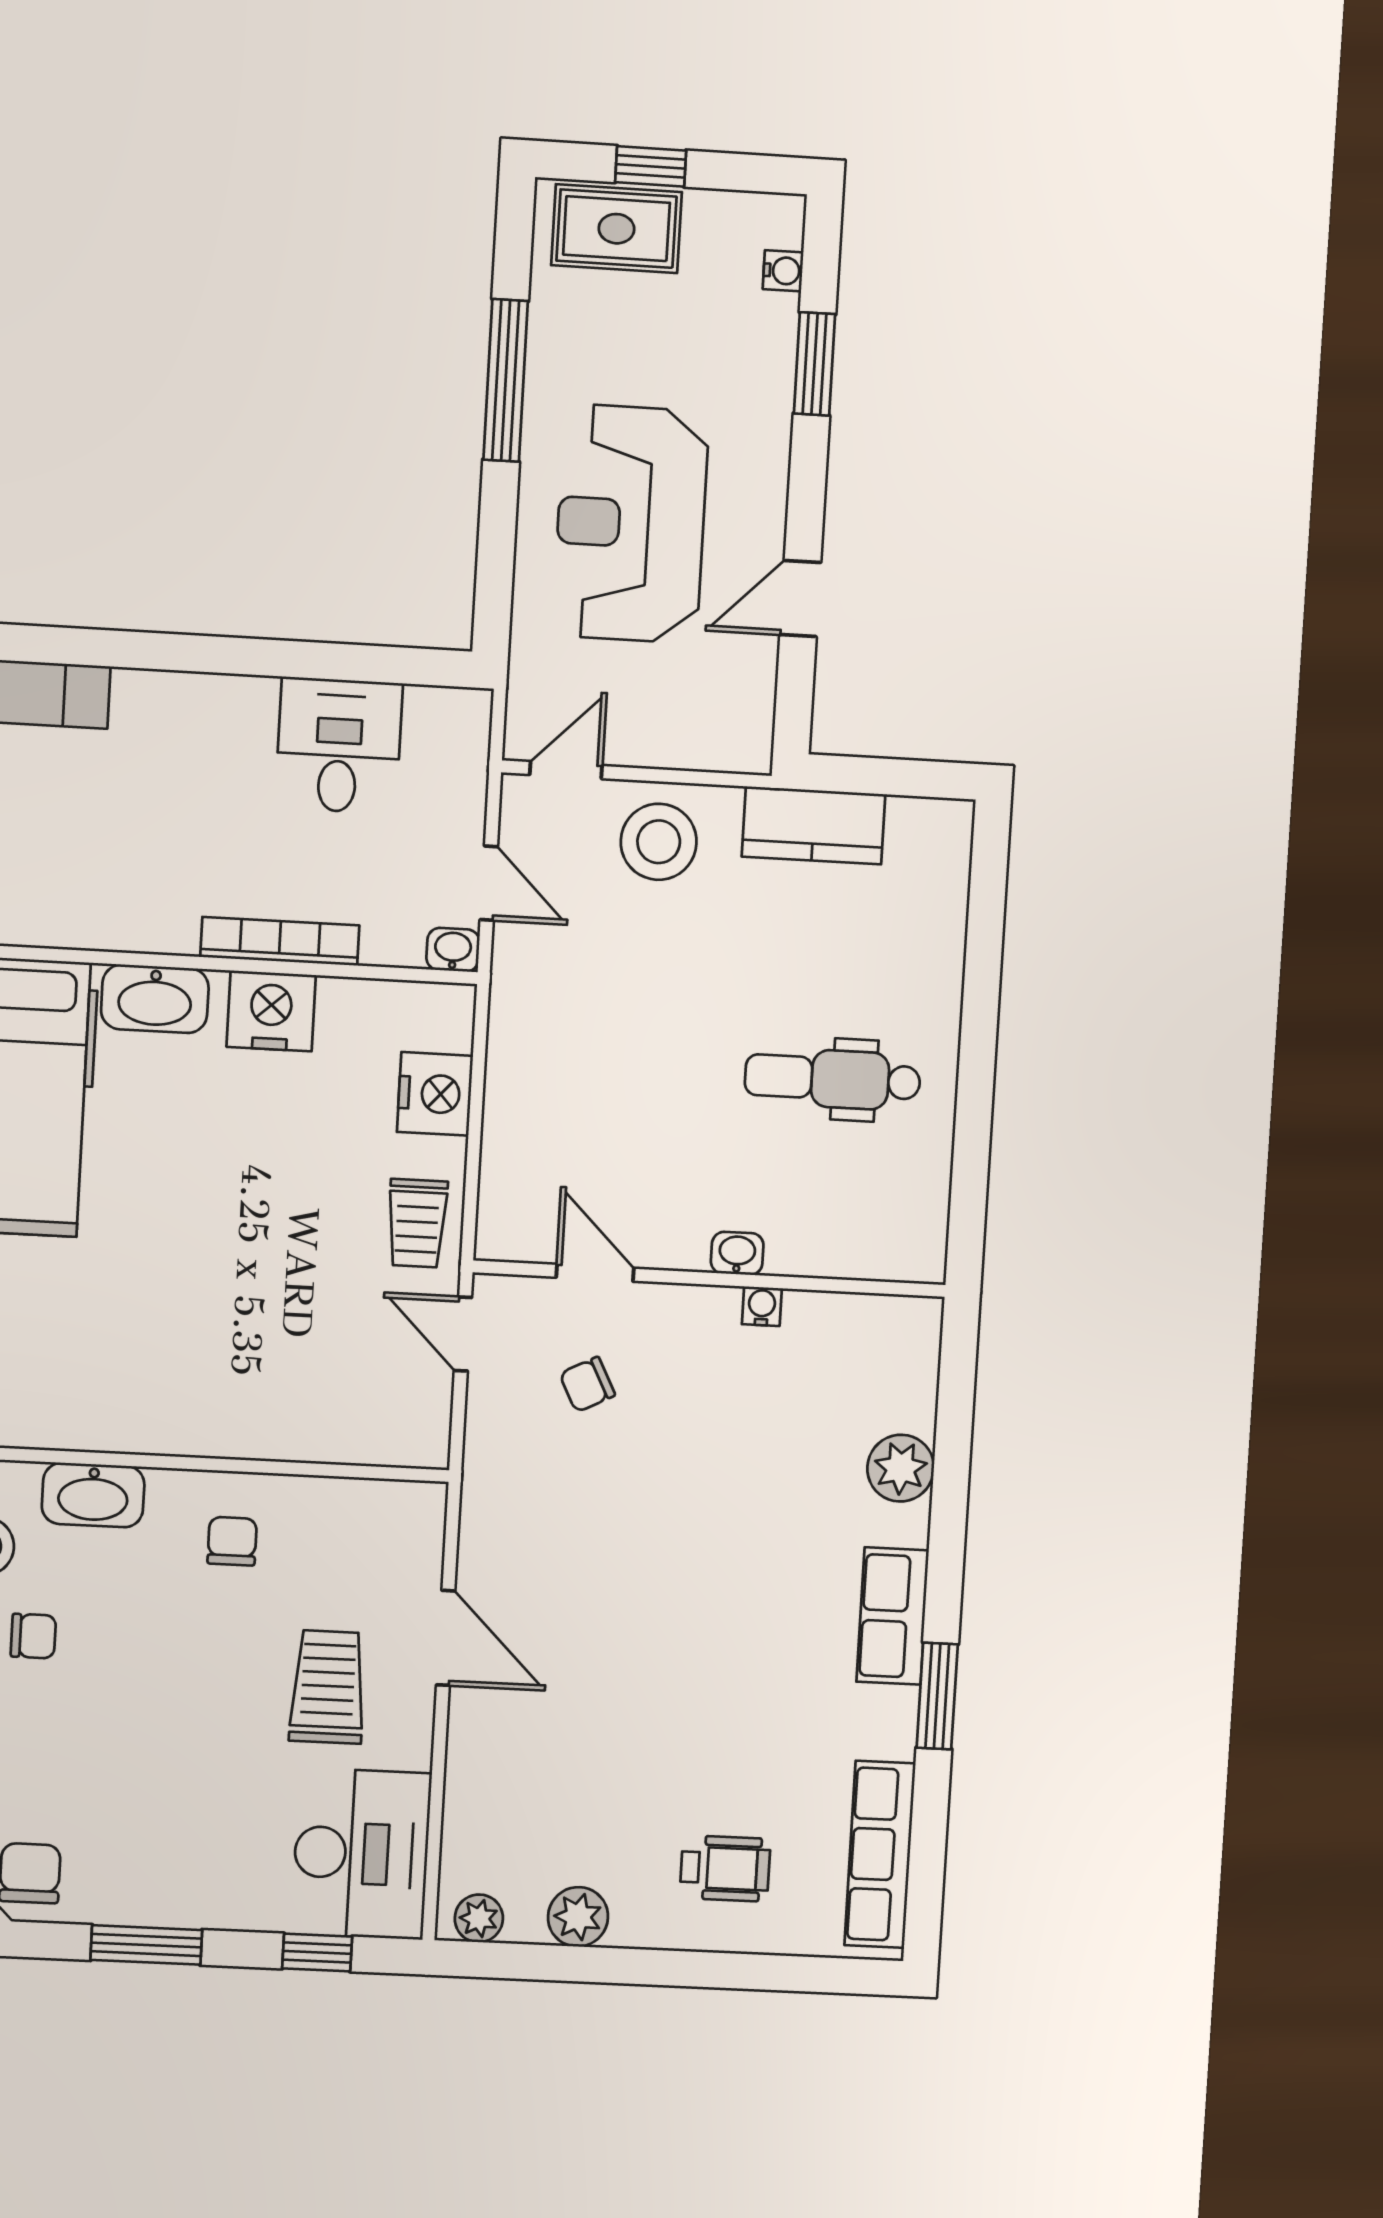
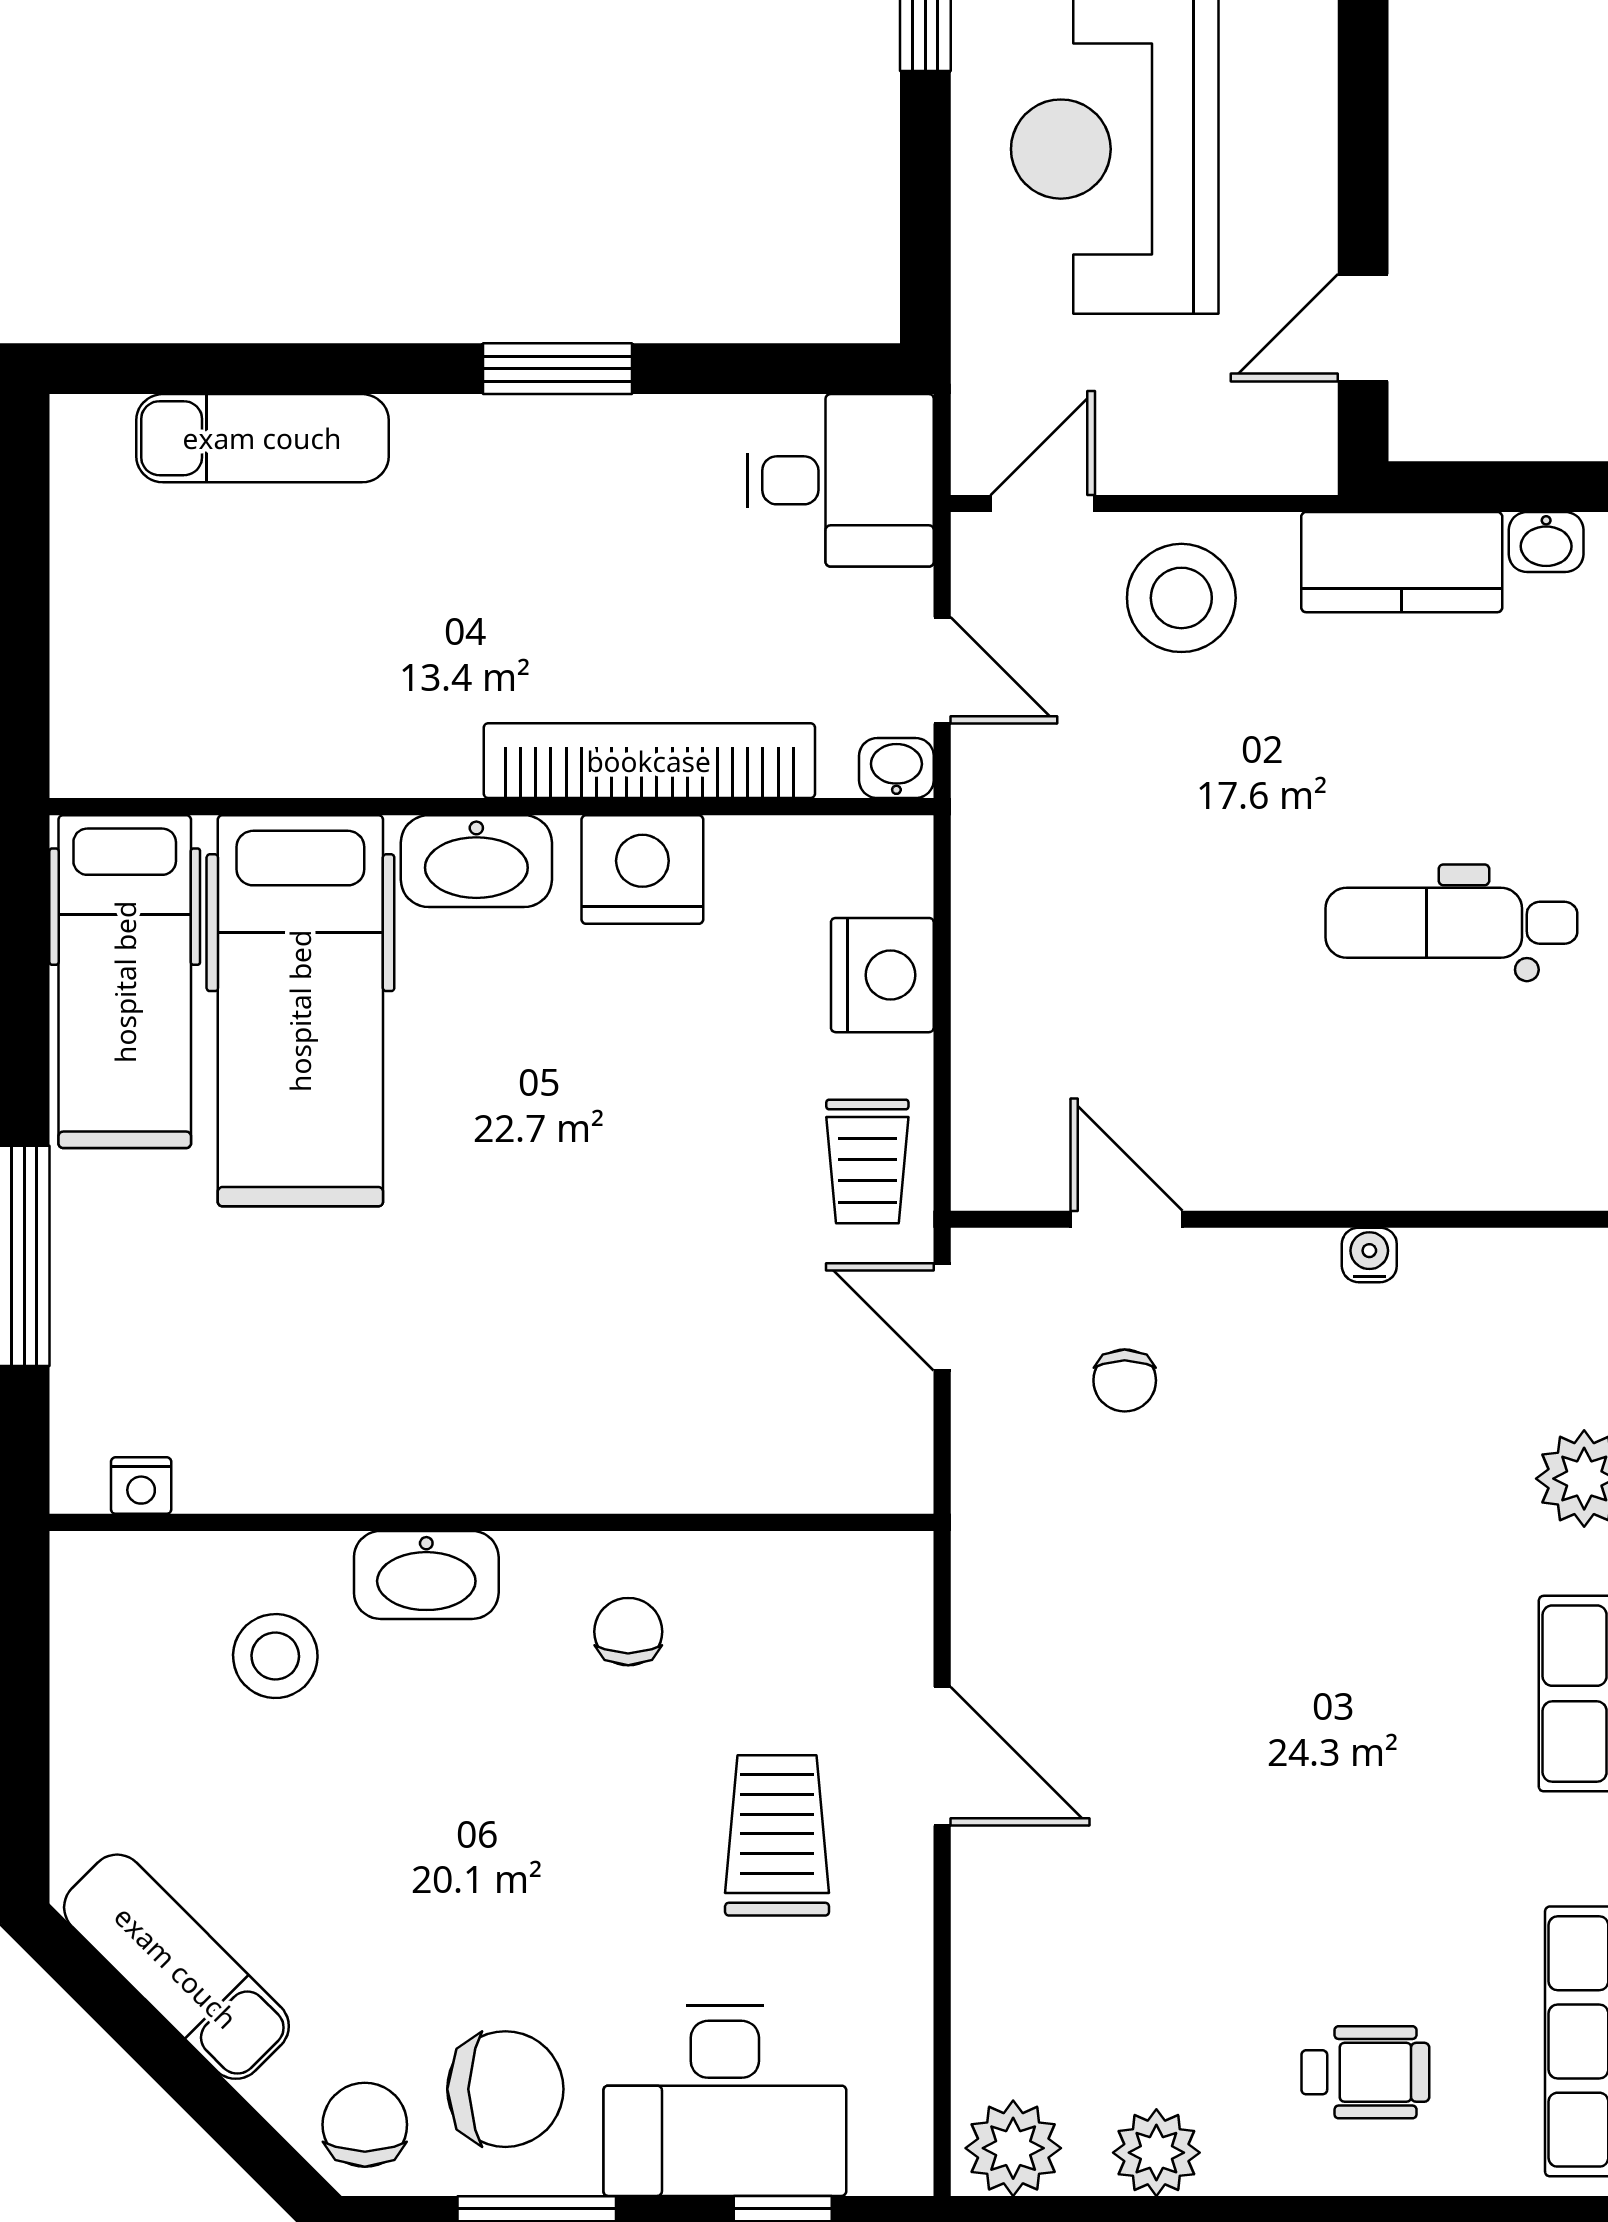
door: (800, 599) -> (1363, 328), moved
window: (231, 655) -> (558, 369), added
desk: (339, 745) -> (841, 480), moved, turned 90
bookcase: (280, 941) -> (649, 761), width x1.48, depth x1.31
washbasin: (737, 1253) -> (1546, 542), moved, turned 180
chair: (587, 1384) -> (1125, 1380), turned -63
chair: (33, 1636) -> (505, 2089), moved, width x1.87, depth x1.87
desk: (361, 1854) -> (725, 2101), moved, turned 90
plant: (479, 1918) -> (1013, 2148), width x1.38, depth x1.38

